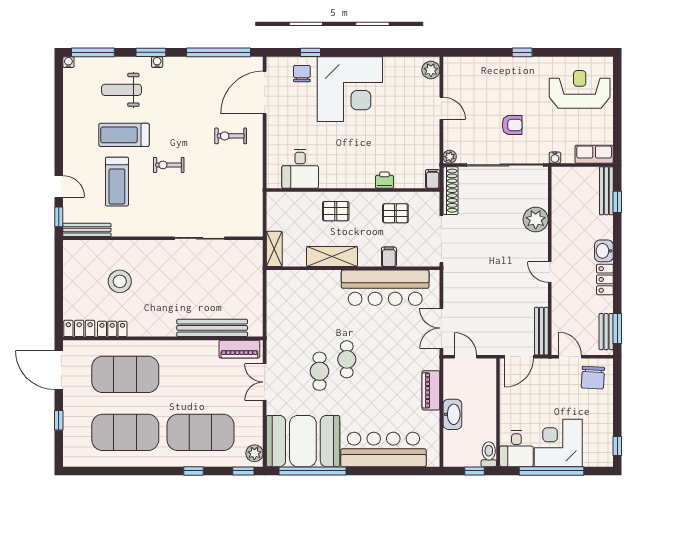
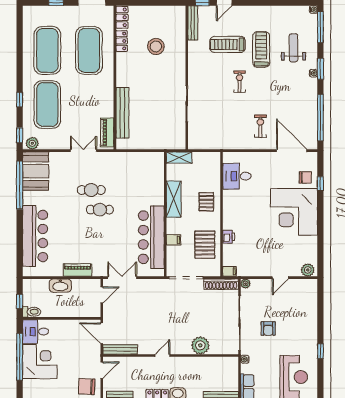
window: (522, 52) -> (320, 351), moved
pallet: (395, 213) -> (205, 245), width x1.50, depth x1.42
booth: (303, 441) -> (36, 171), width x0.73, depth x0.70

